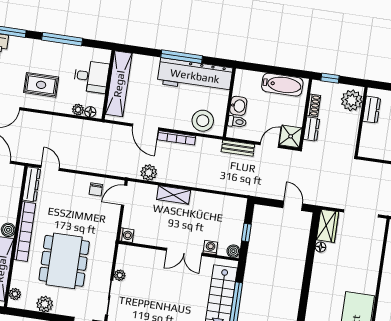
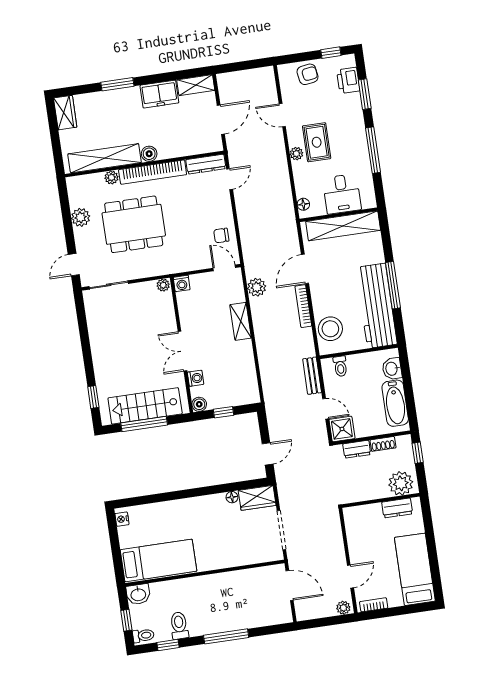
washbasin: (238, 106) -> (392, 369), moved, turned 90
plant: (78, 110) -> (296, 154), moved
plant: (120, 275) -> (163, 285), moved
plant: (15, 294) -> (111, 177), moved

